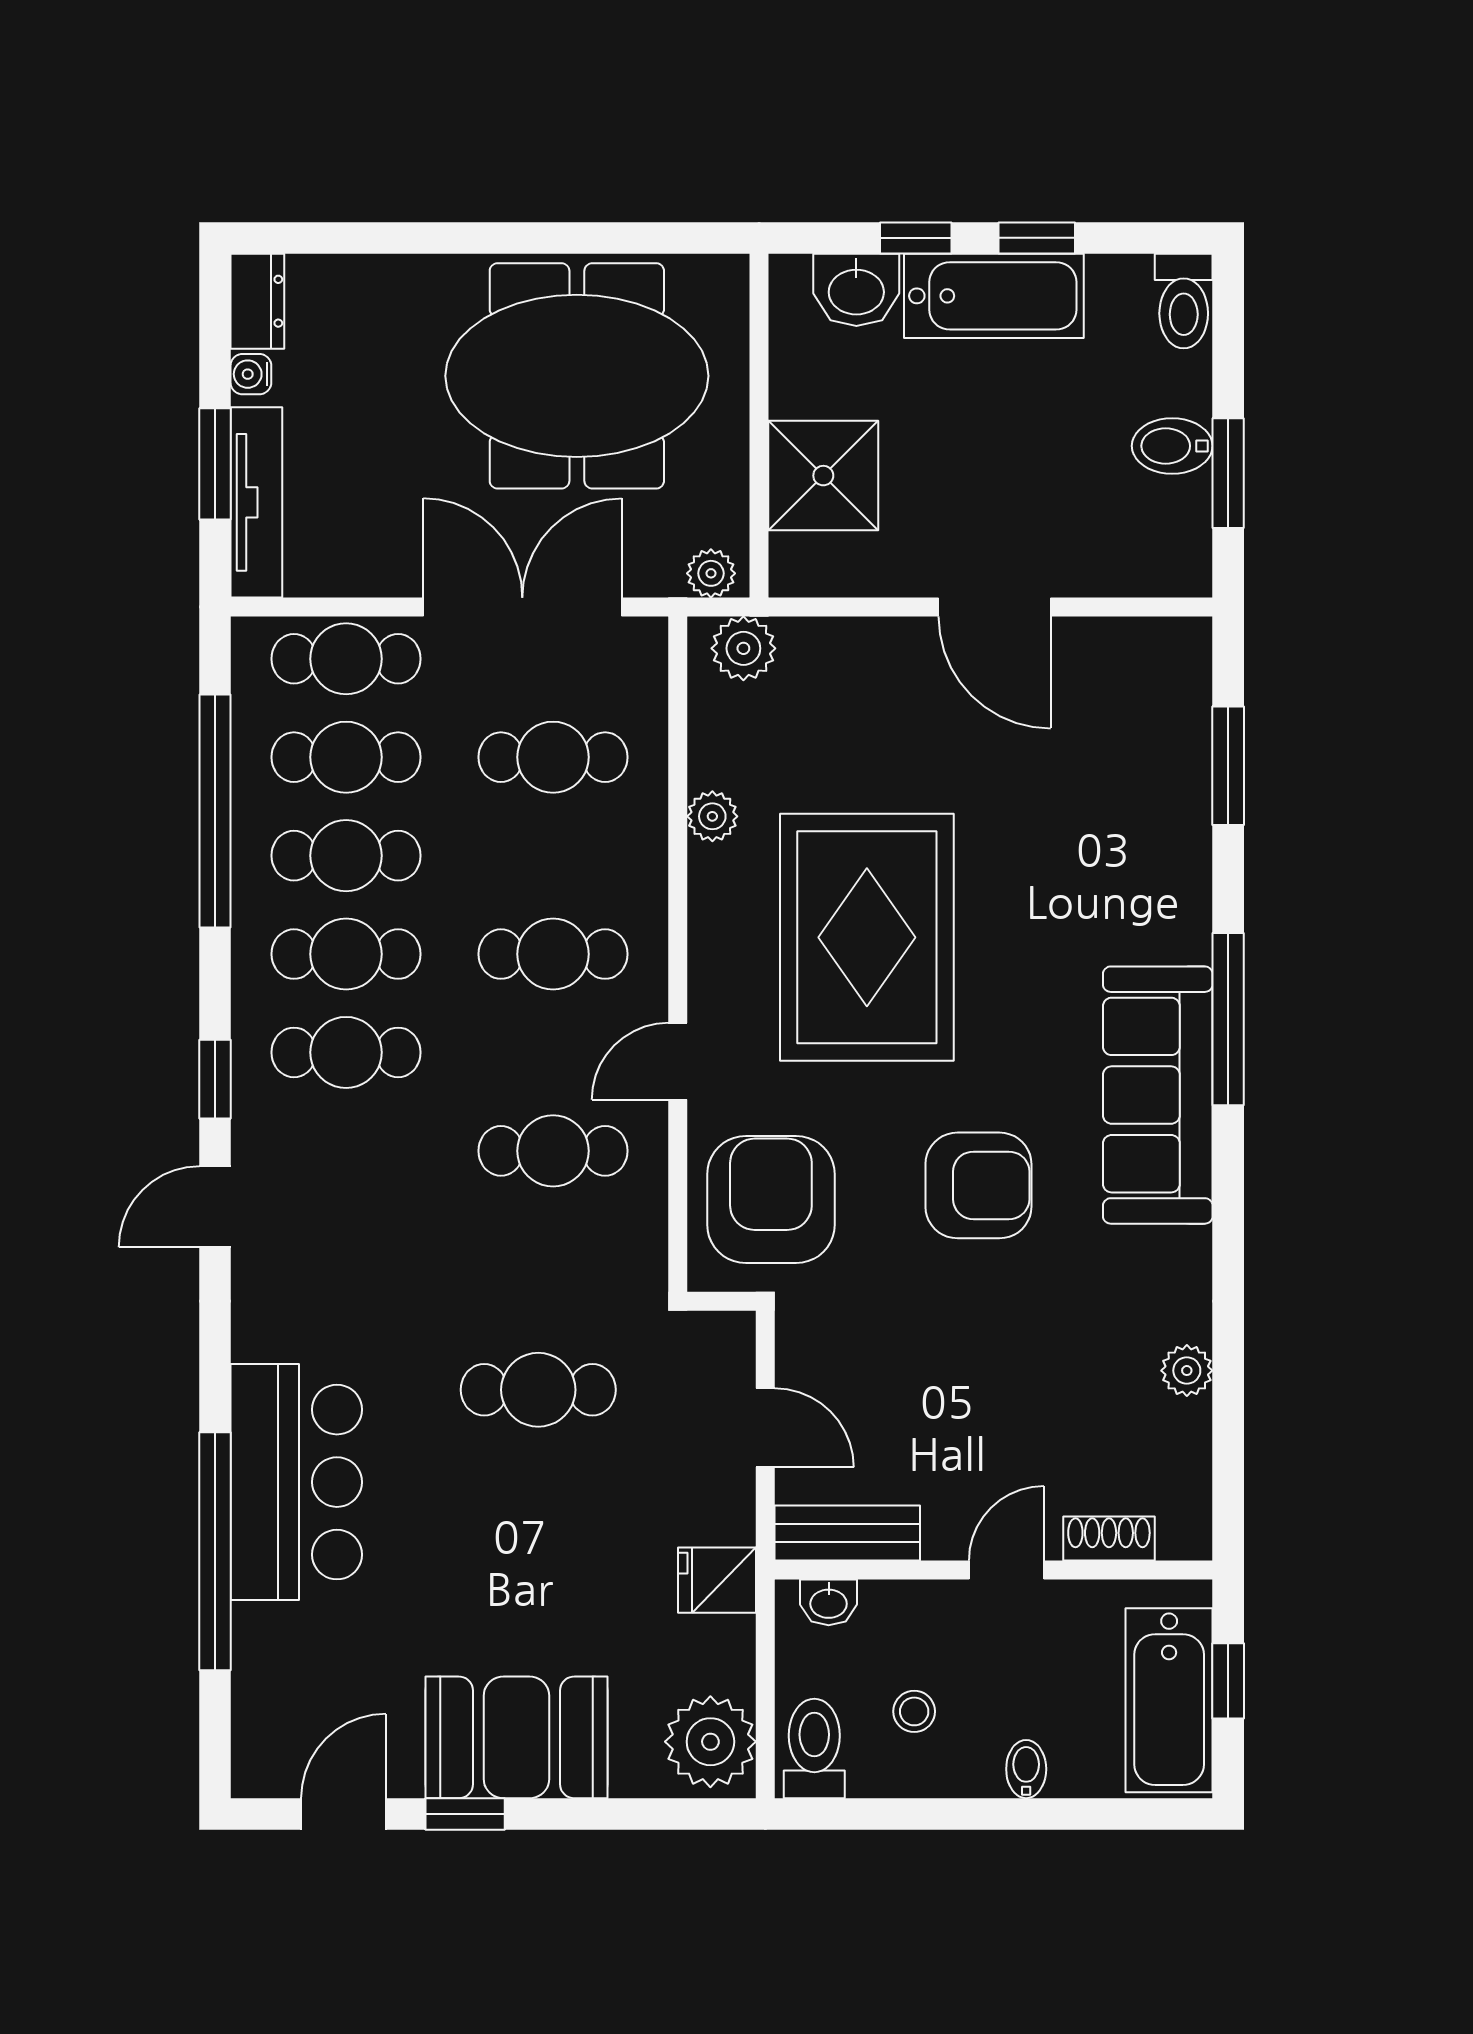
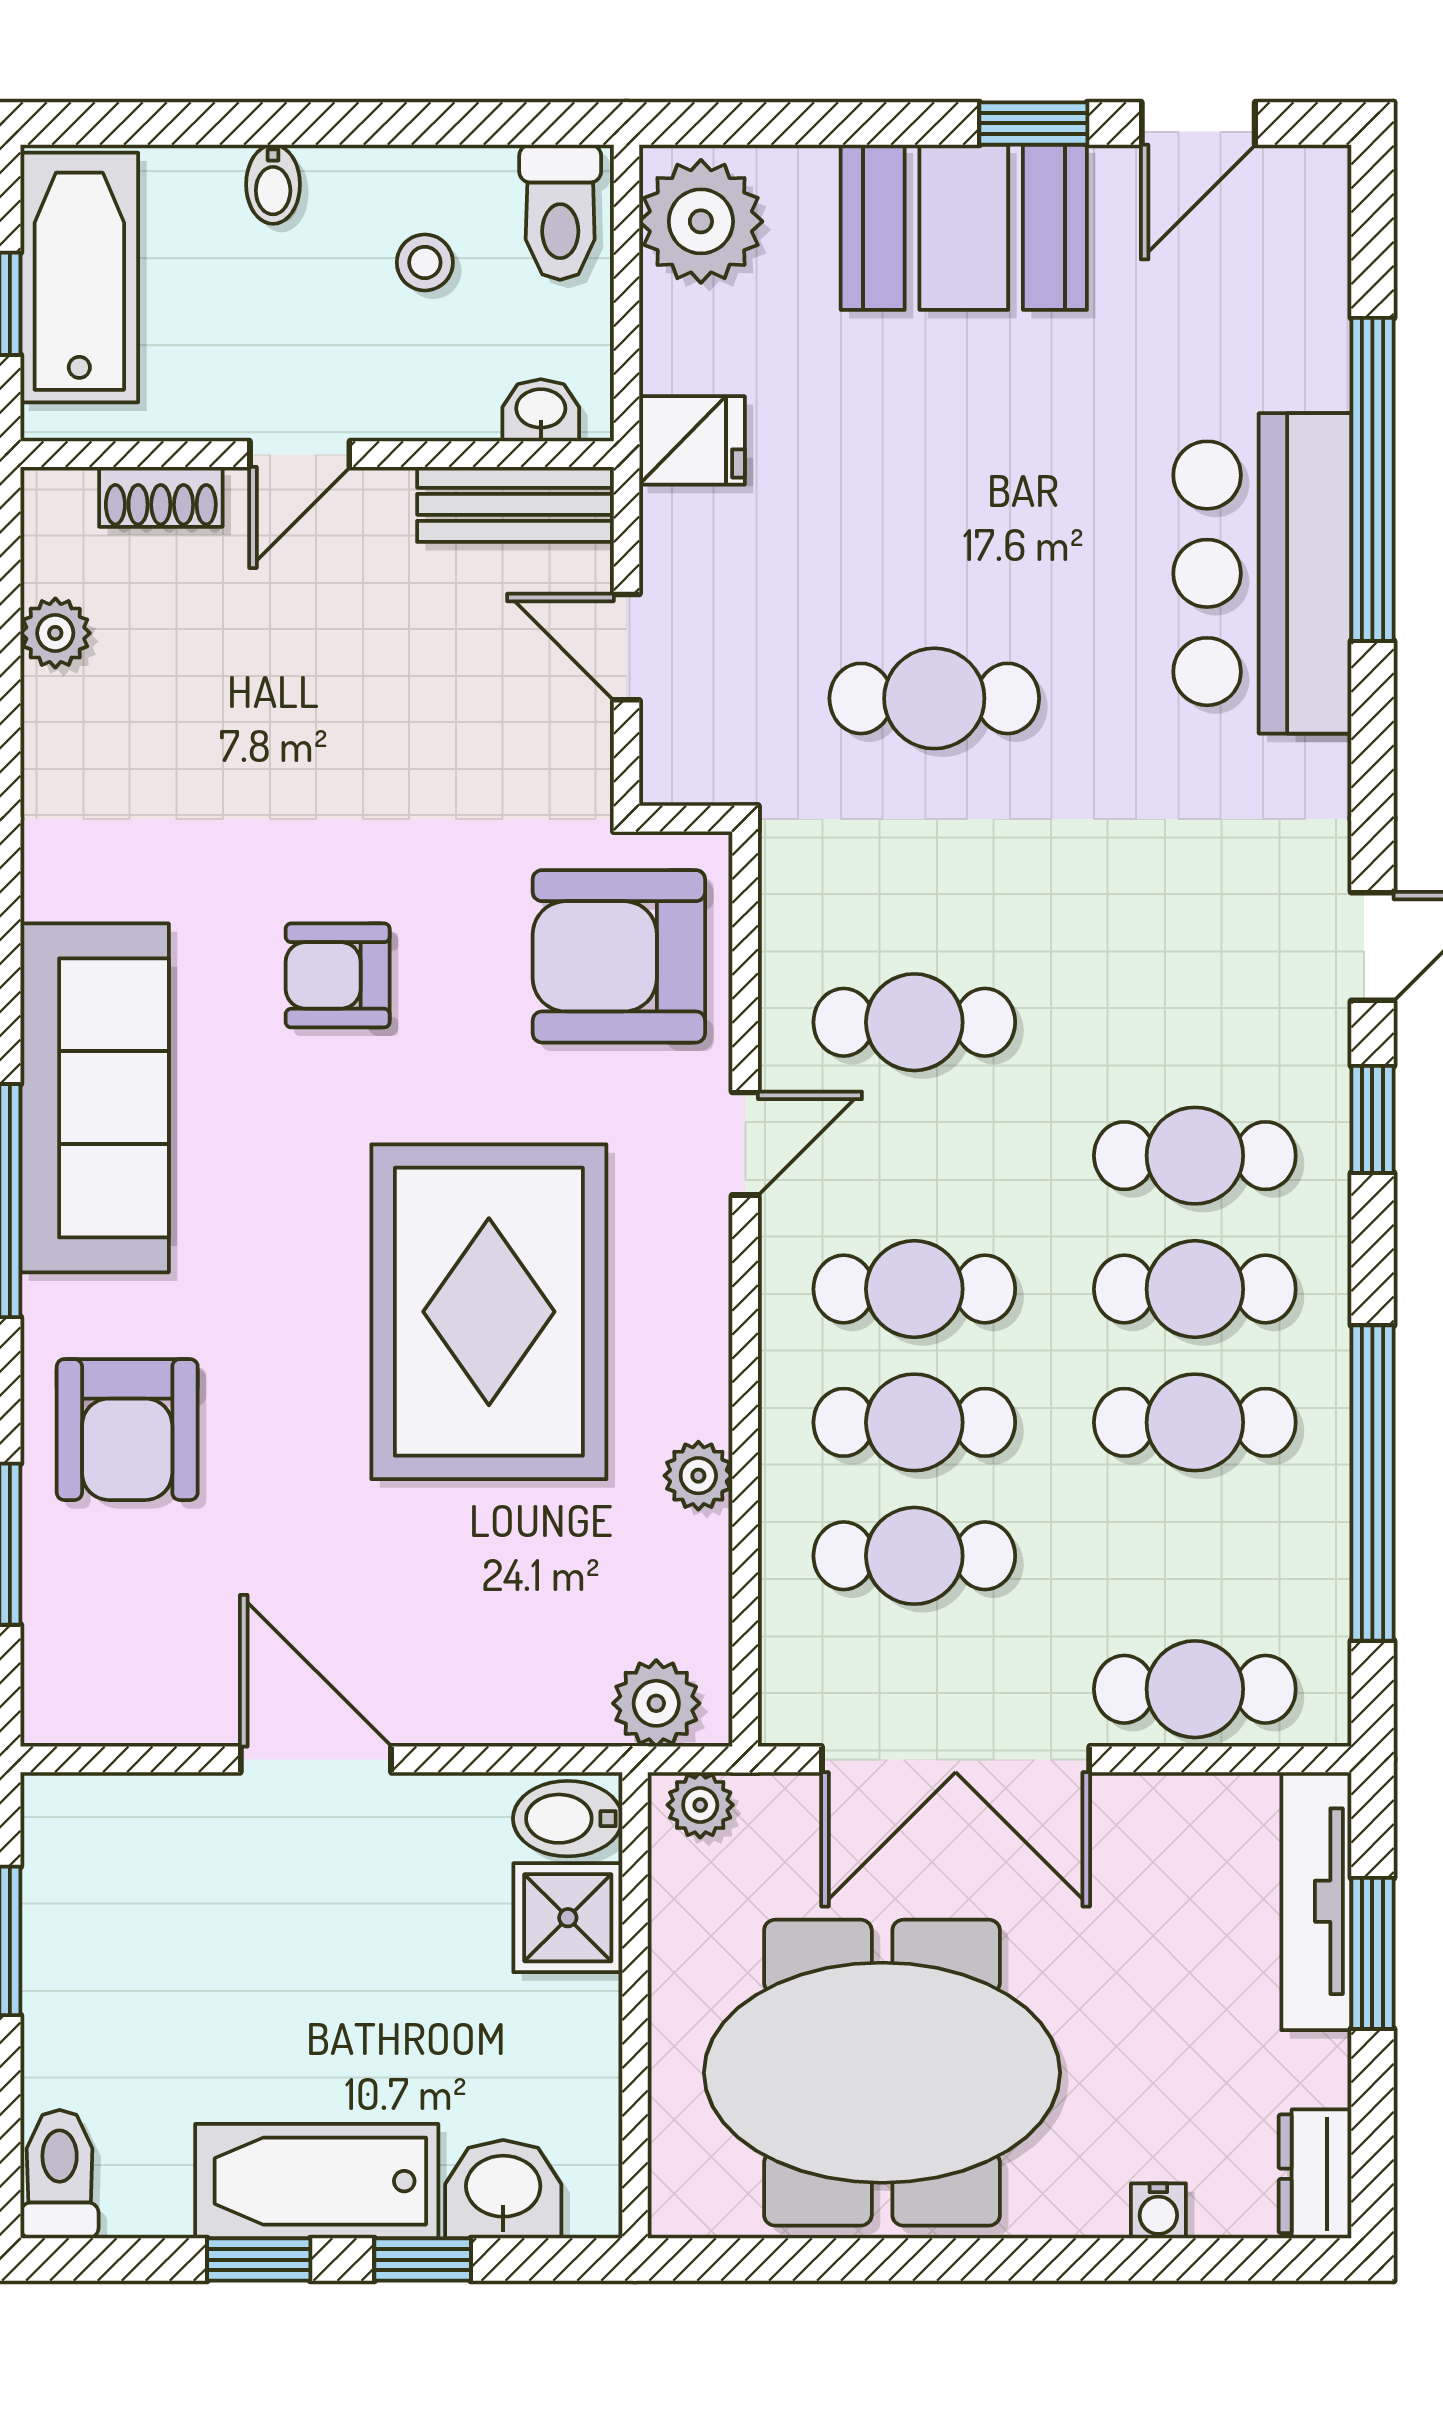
water cooler: (251, 374) -> (1158, 2211), moved, turned 90
bidet: (1172, 446) -> (568, 1819), moved, turned 180
shower: (823, 476) -> (568, 1918), width x0.73, depth x0.73
cafe table: (346, 757) -> (914, 1422), moved
armchair: (1134, 850) -> (127, 1430), added
armchair: (978, 1185) -> (338, 975), width x0.72, depth x0.72
armchair: (771, 1200) -> (619, 956), turned 90
plant: (1187, 1371) -> (55, 633), moved

